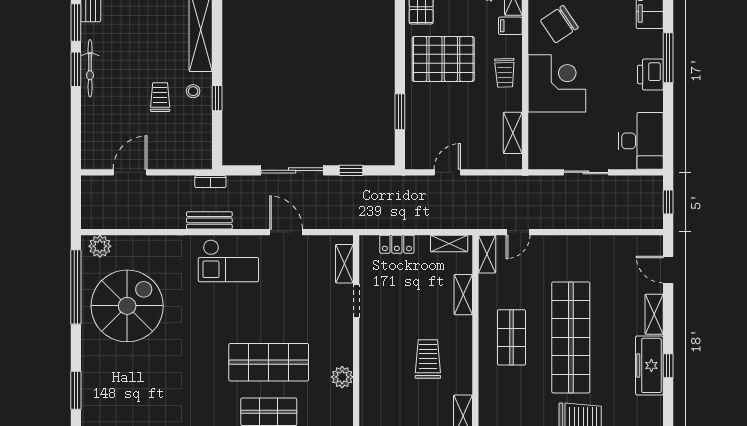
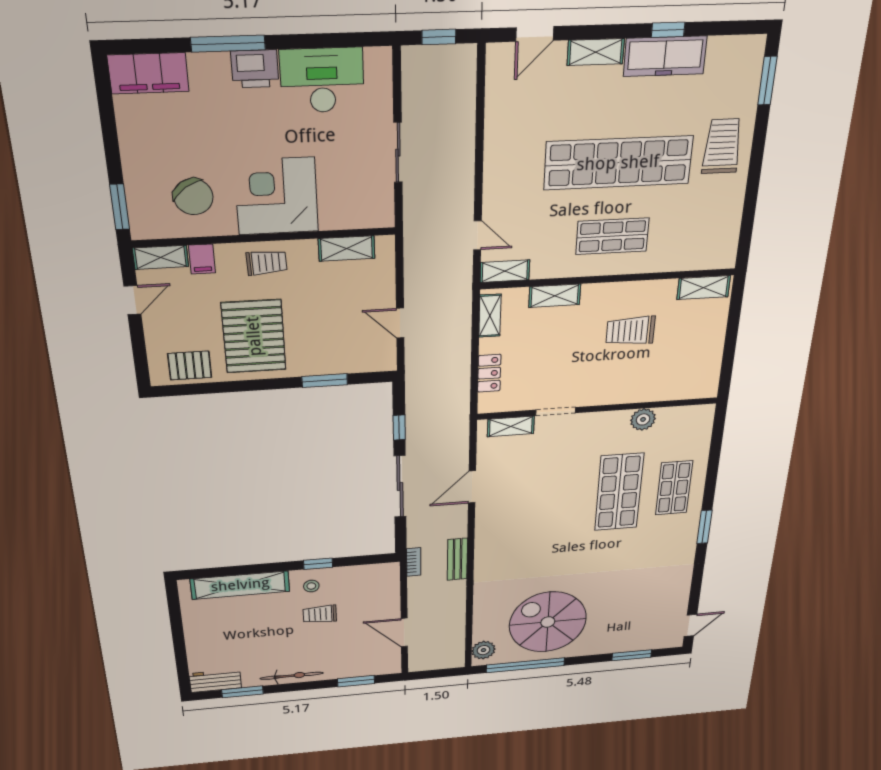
window: (76, 69) -> (356, 681), moved
desk: (641, 141) -> (322, 80), moved
checkout: (228, 261) -> (503, 538), removed

